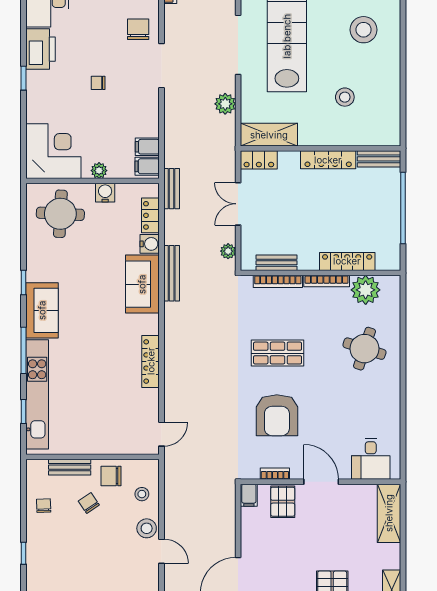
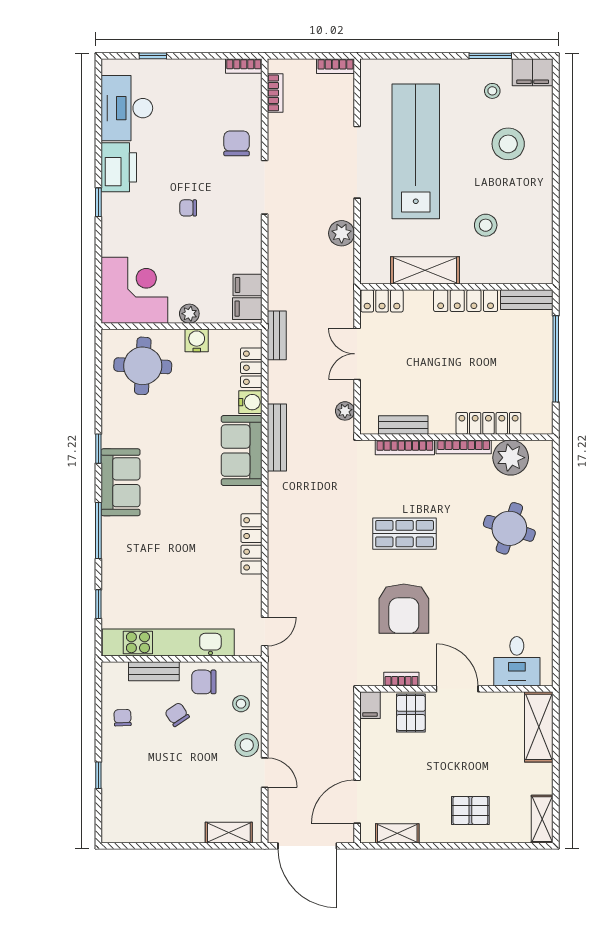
shelving: (269, 135) -> (425, 270), moved
kitchen unit: (37, 394) -> (168, 642), moved, turned -90

